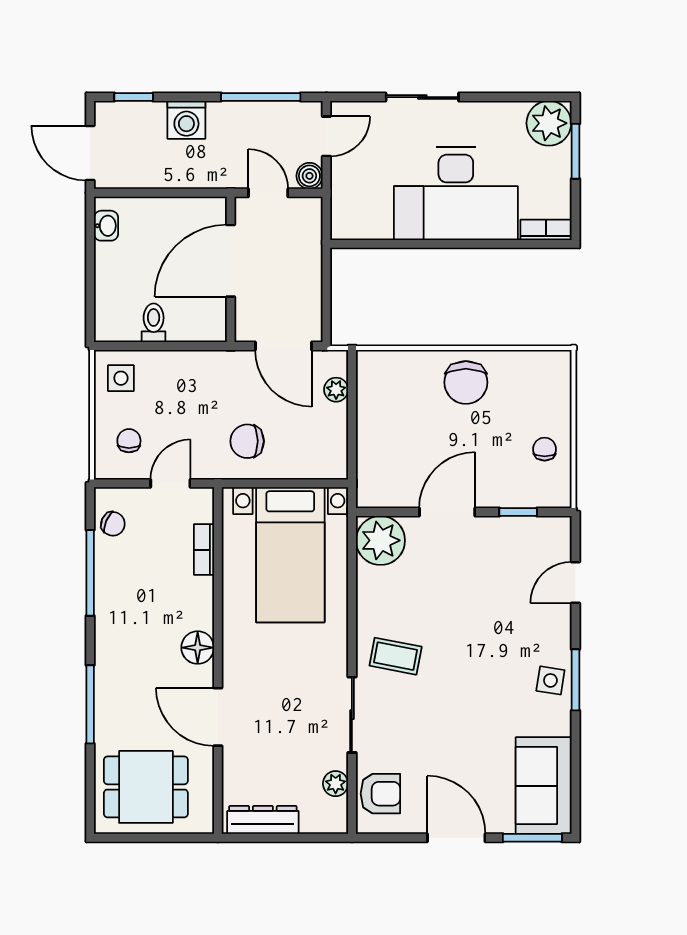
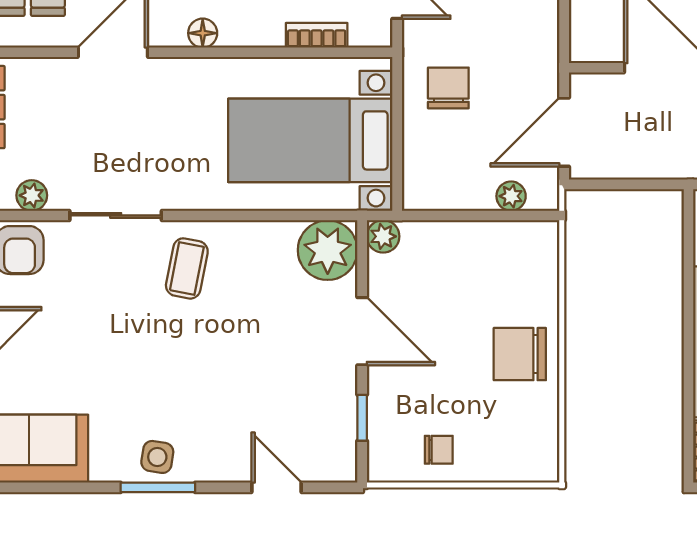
plant: (369, 495) -> (383, 236), added
floor lamp: (198, 648) -> (203, 33), width x0.73, depth x0.73

